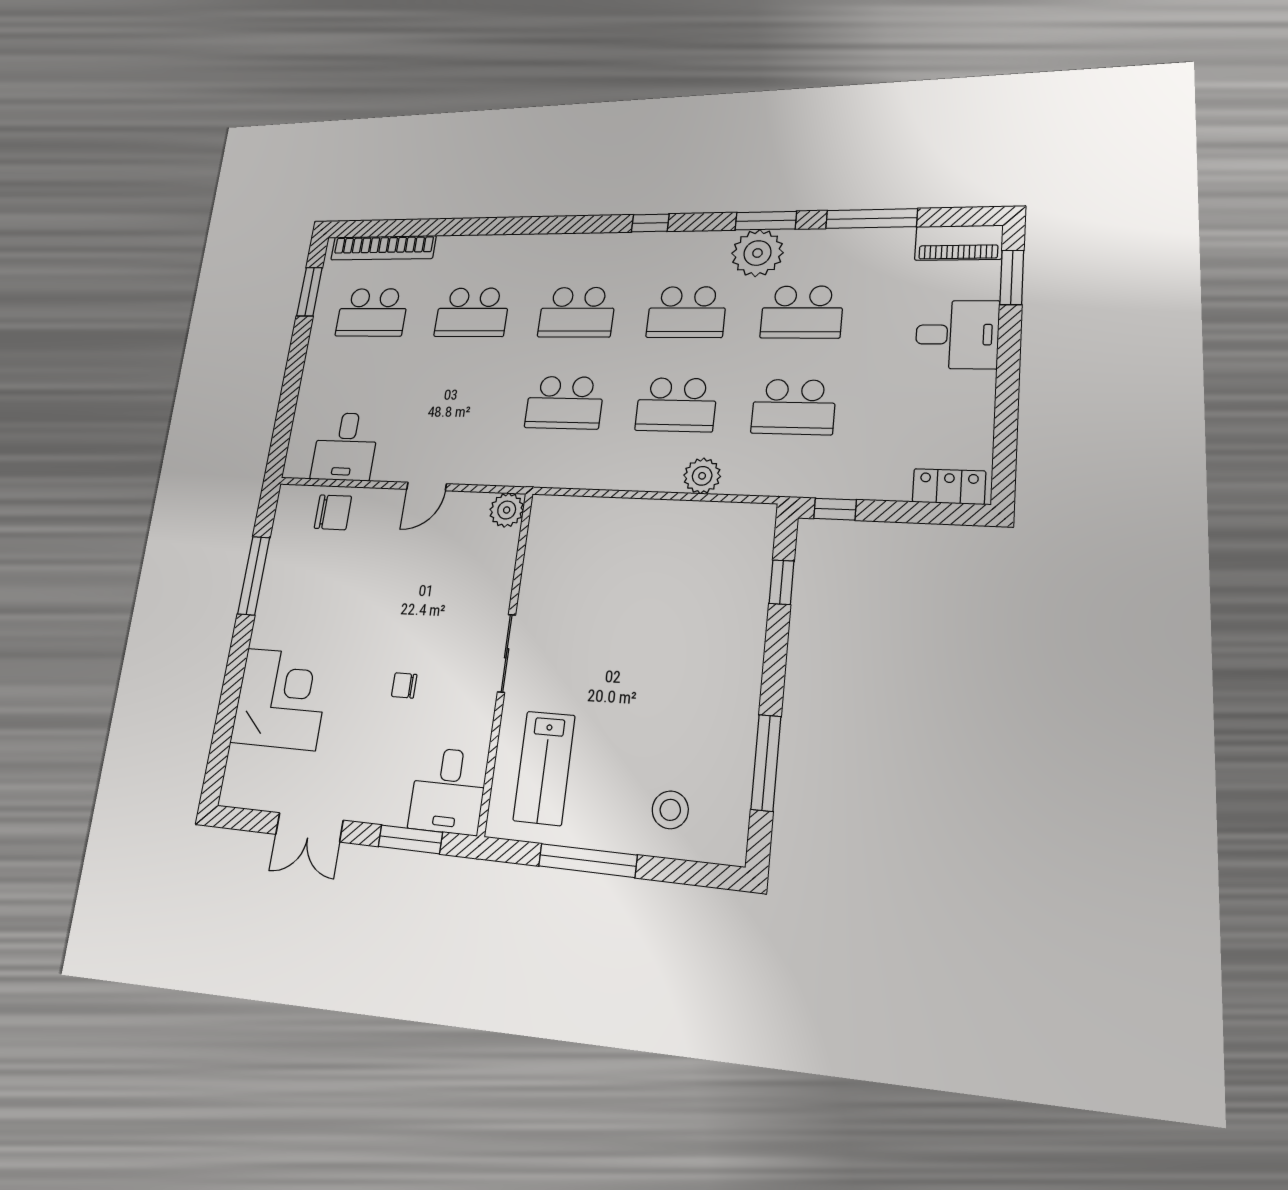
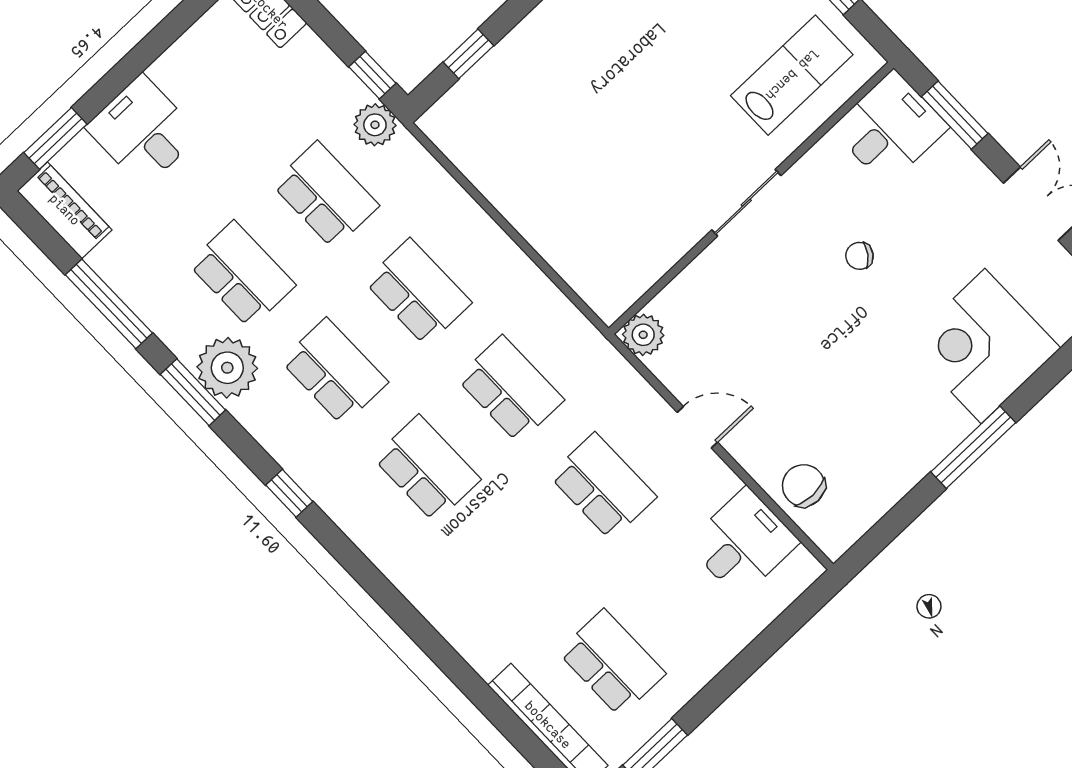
school desk: (472, 312) -> (603, 486), moved
plant: (702, 476) -> (375, 125), moved
window: (254, 576) -> (973, 447), moved
chair: (404, 685) -> (859, 256), turned 126

